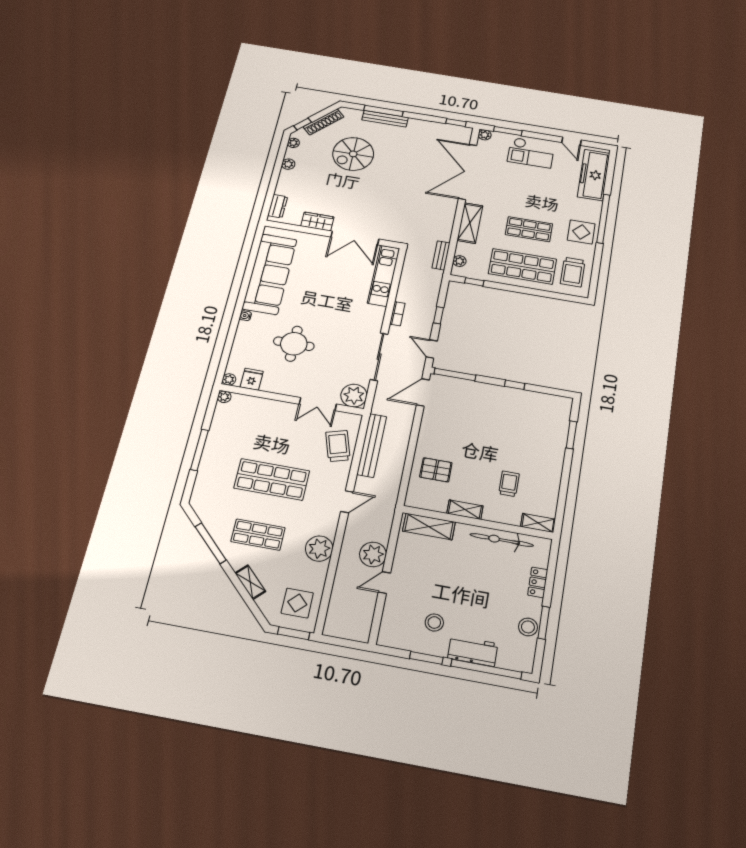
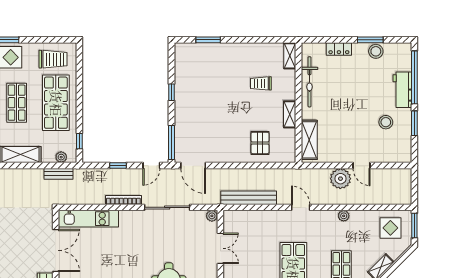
bookcase: (397, 314) -> (123, 200), width x1.56
plant: (354, 396) -> (212, 216), width x0.53, depth x0.53
trolley: (338, 446) -> (254, 224), removed
plant: (319, 549) -> (344, 216), width x0.53, depth x0.53

